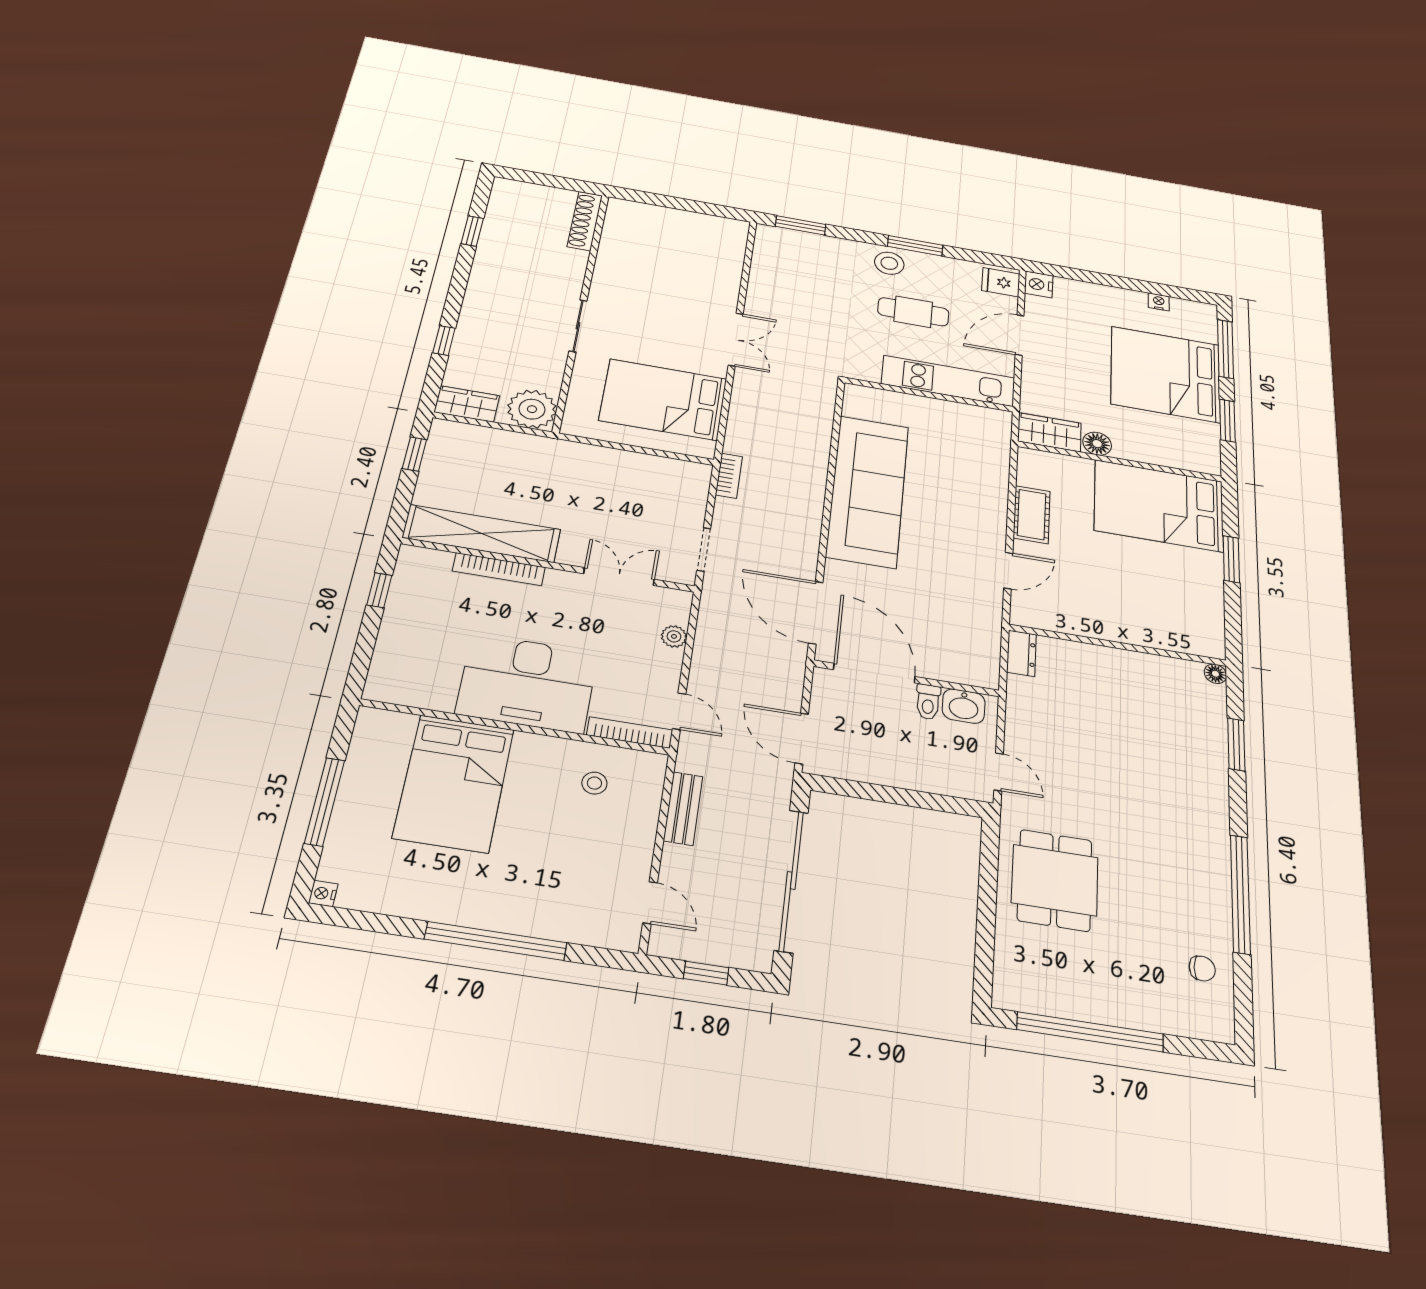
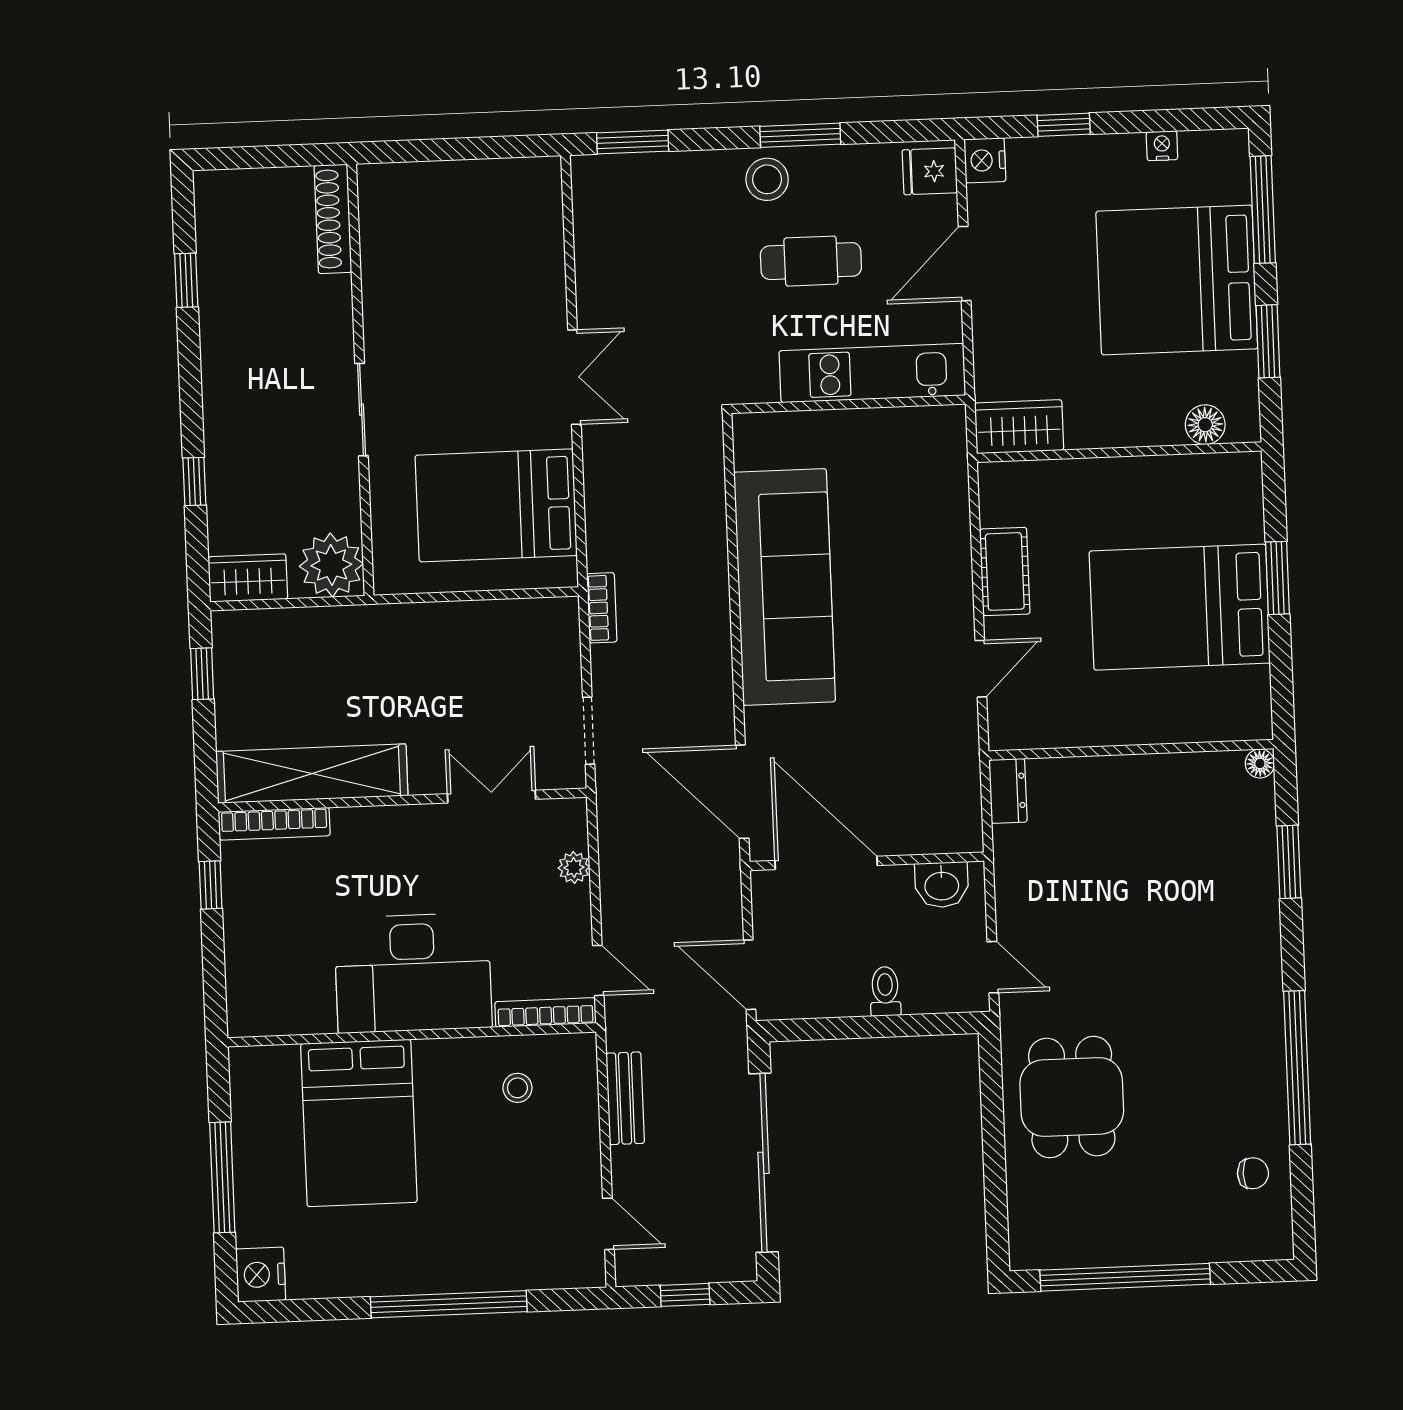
window: (1093, 277) -> (1064, 125), added
floor lamp: (1097, 444) -> (1205, 425), moved
bed: (1159, 506) -> (1180, 607), moved
bookcase: (499, 569) -> (274, 824), moved
toilet: (928, 702) -> (885, 991), moved, turned 180
nightstand: (323, 893) -> (261, 1275), width x1.89, depth x1.79

